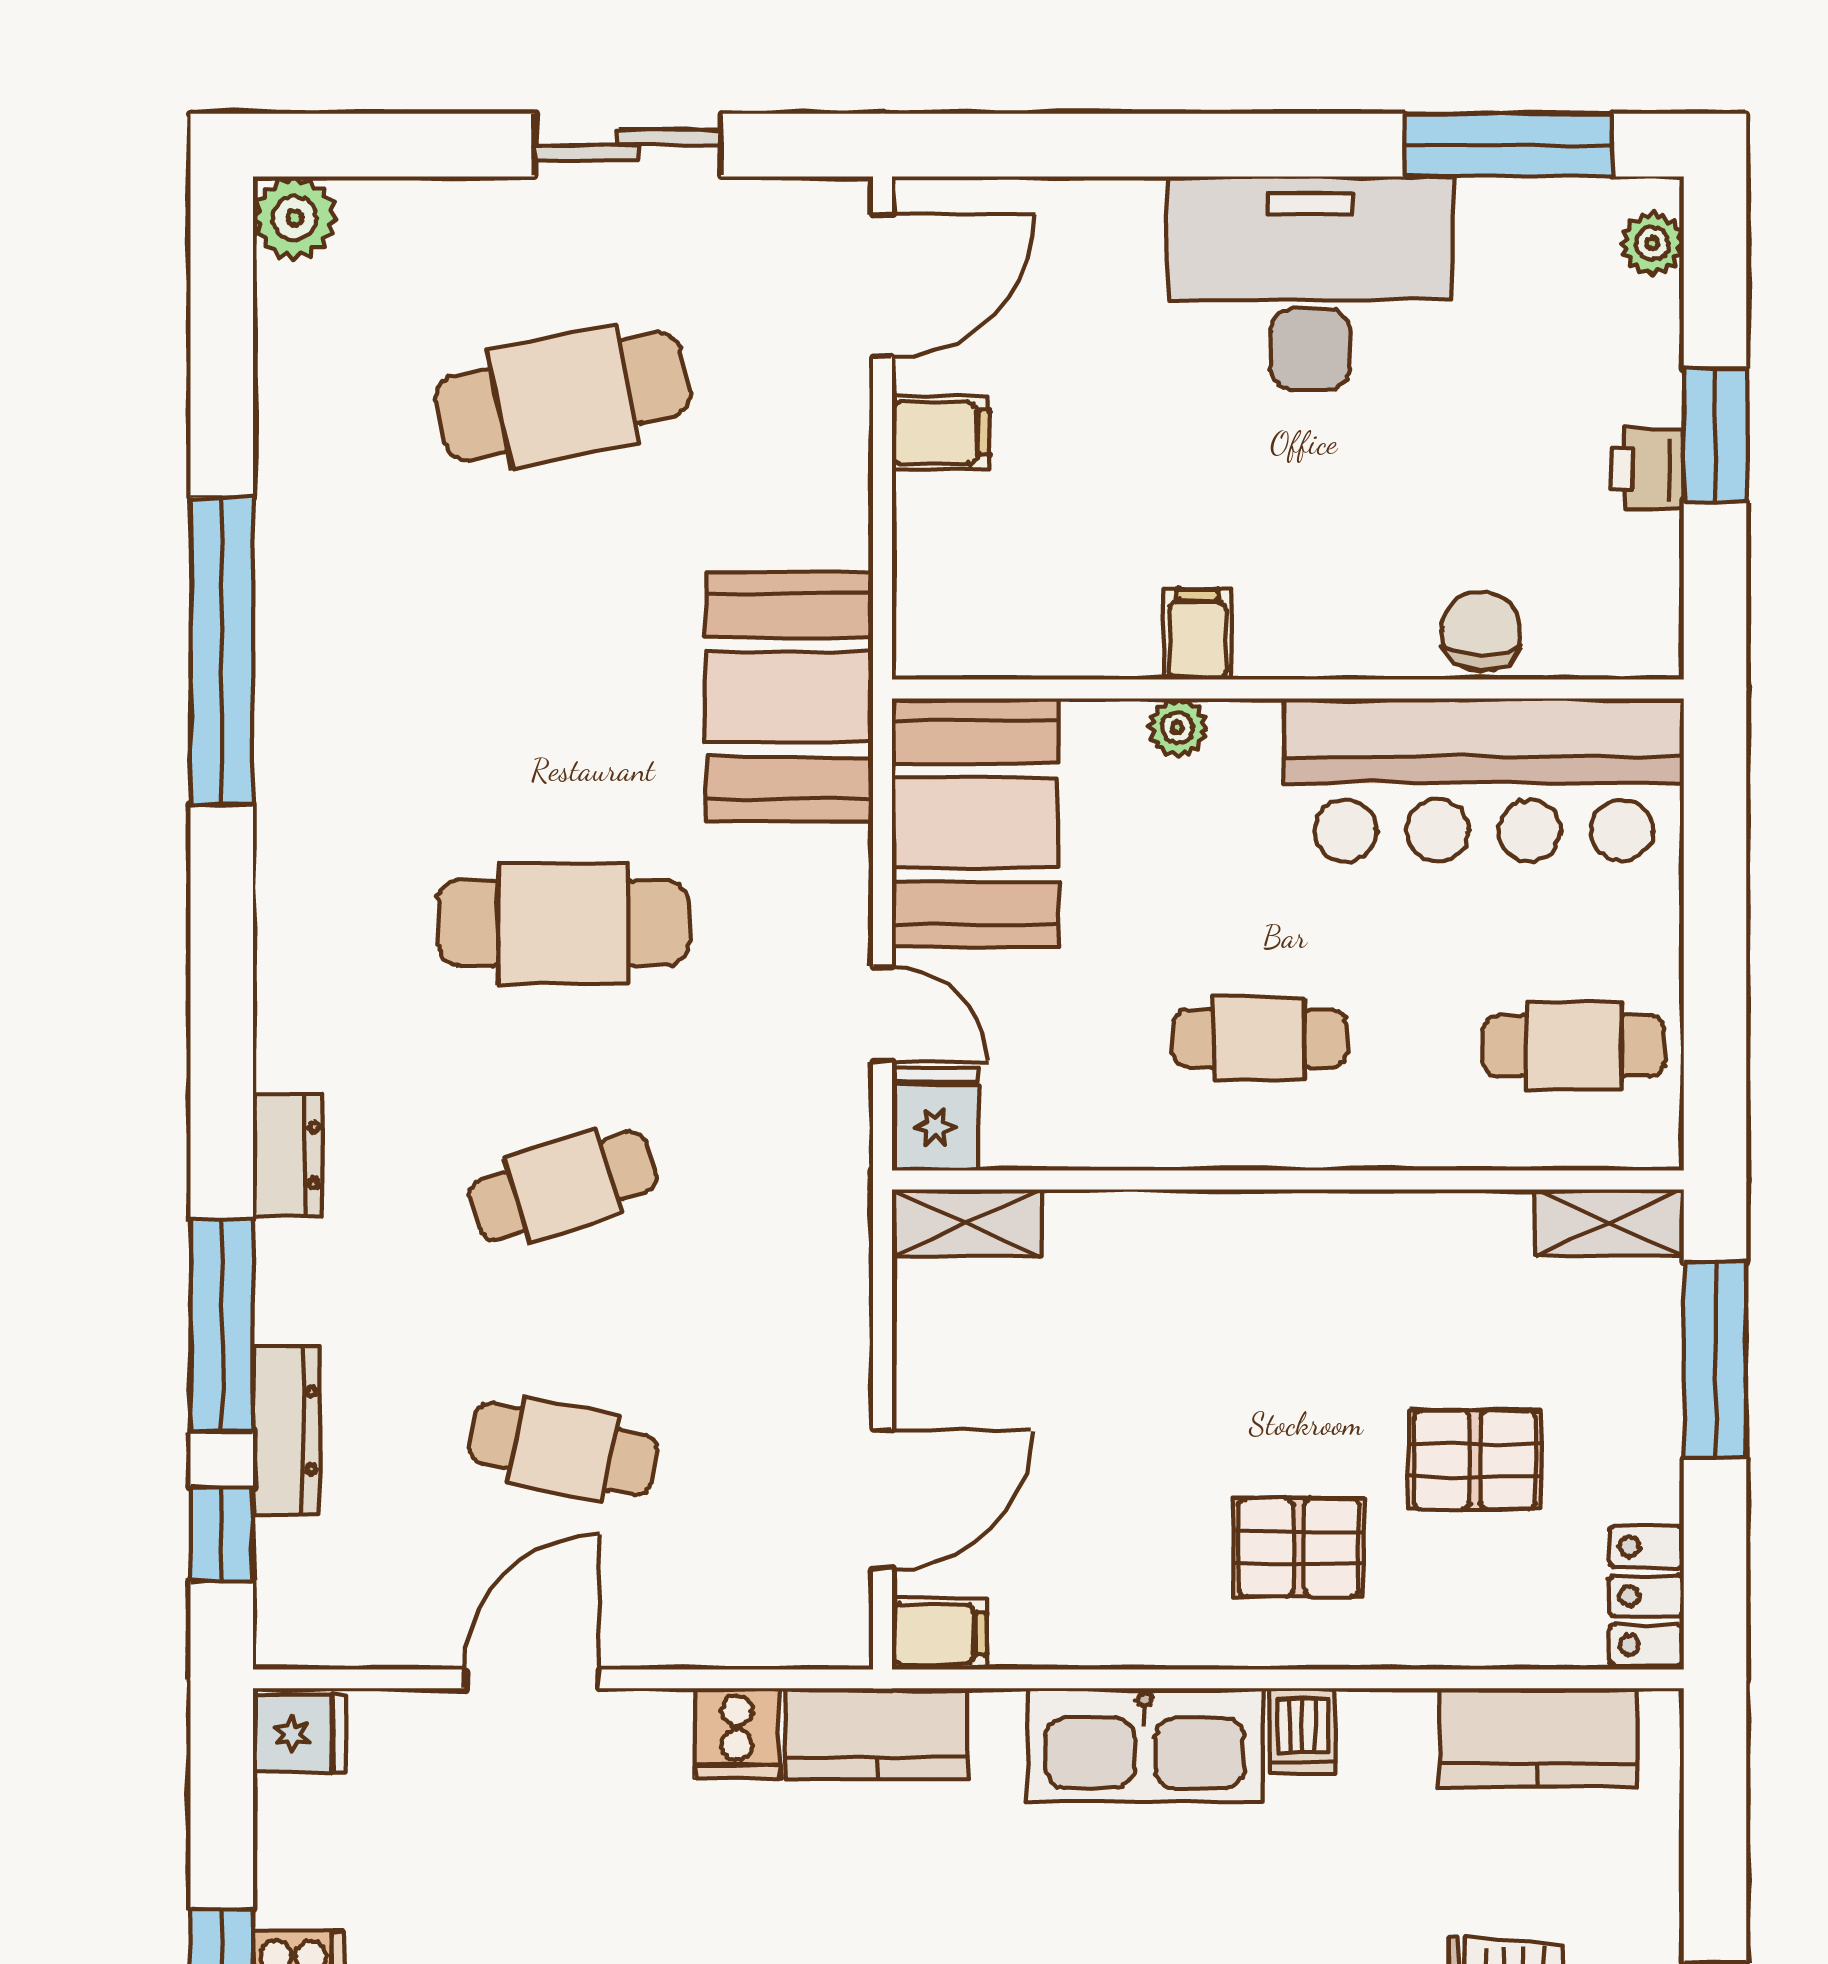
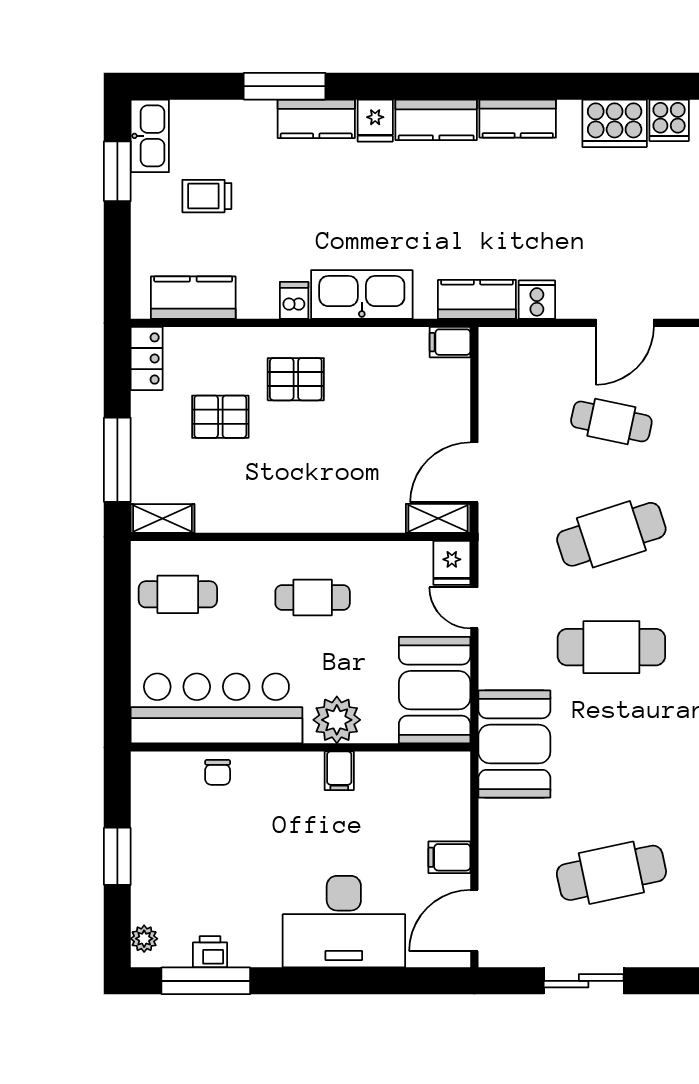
desk: (1310, 283) -> (344, 922), moved
printer: (1647, 469) -> (210, 952), moved, turned -90
chair: (1481, 631) -> (218, 772), width x0.73, depth x0.73
plant: (1178, 728) -> (337, 720), width x1.88, depth x1.88
cafe table: (563, 1186) -> (611, 534), width x1.37, depth x1.35
door: (883, 1499) -> (474, 472), moved

